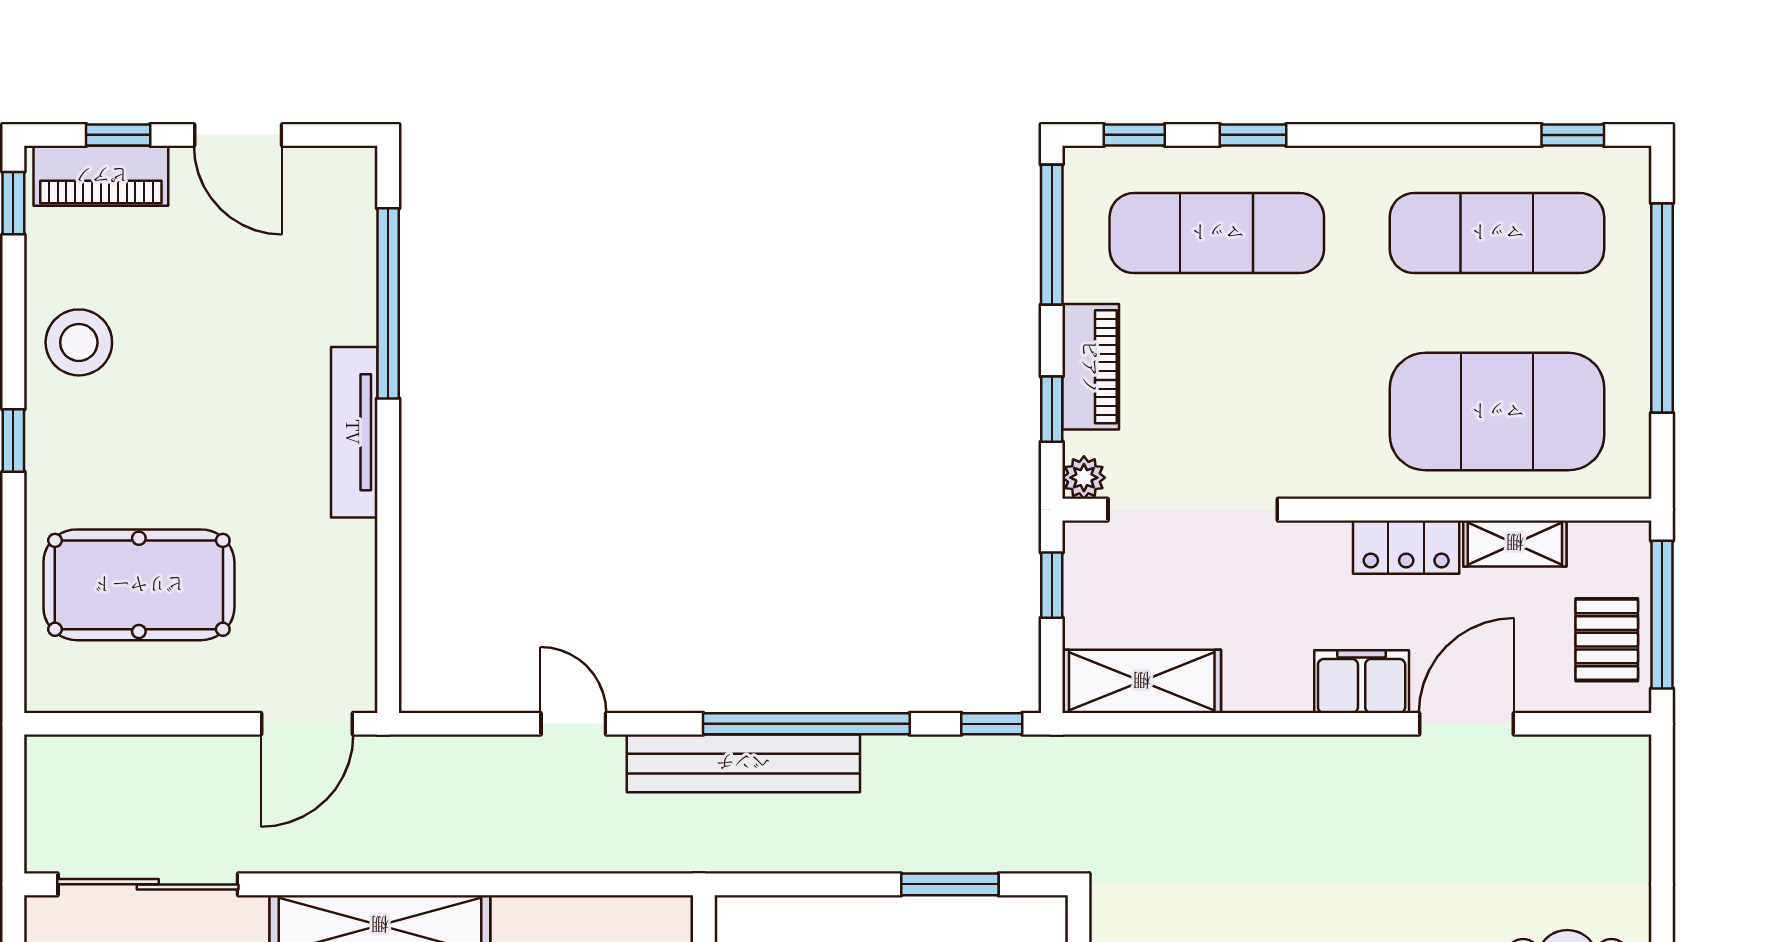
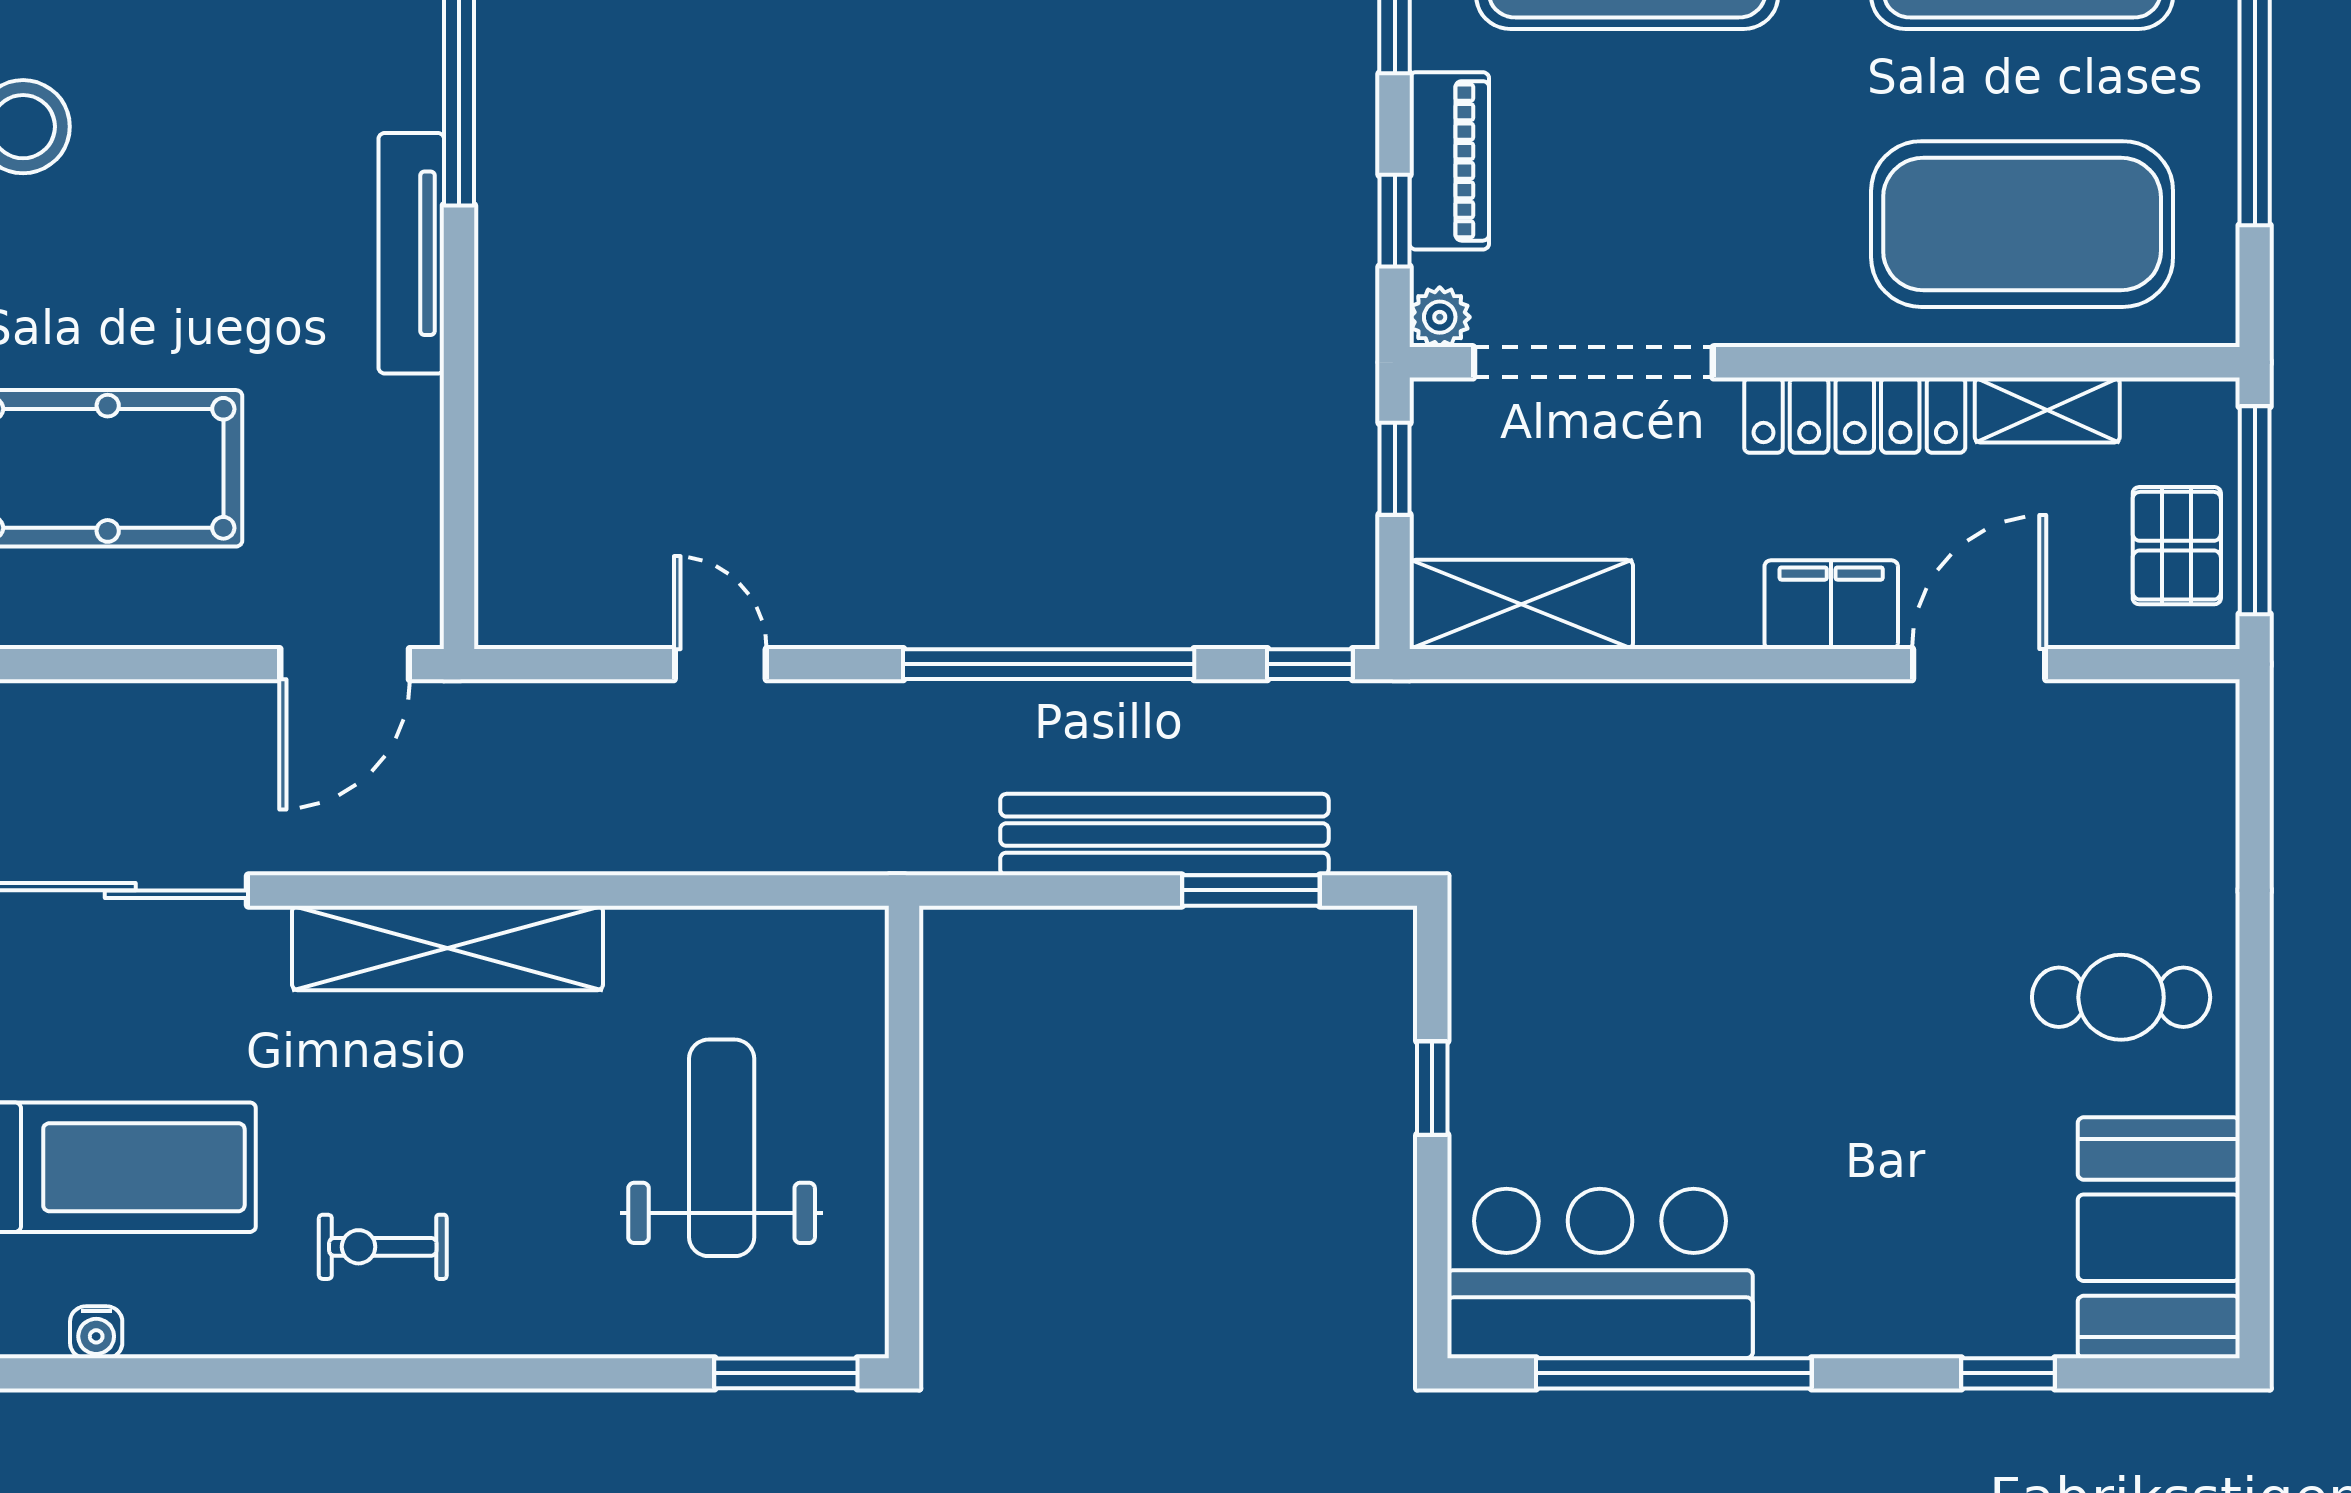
locker: (1406, 547) -> (1855, 415), width x1.53
bench: (743, 763) -> (1164, 835), moved

